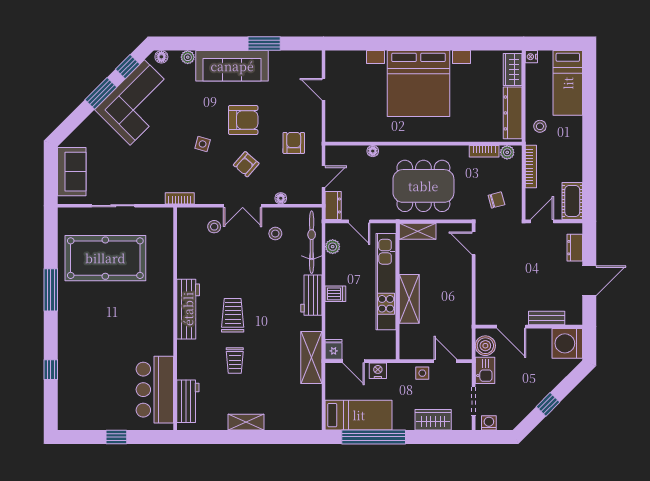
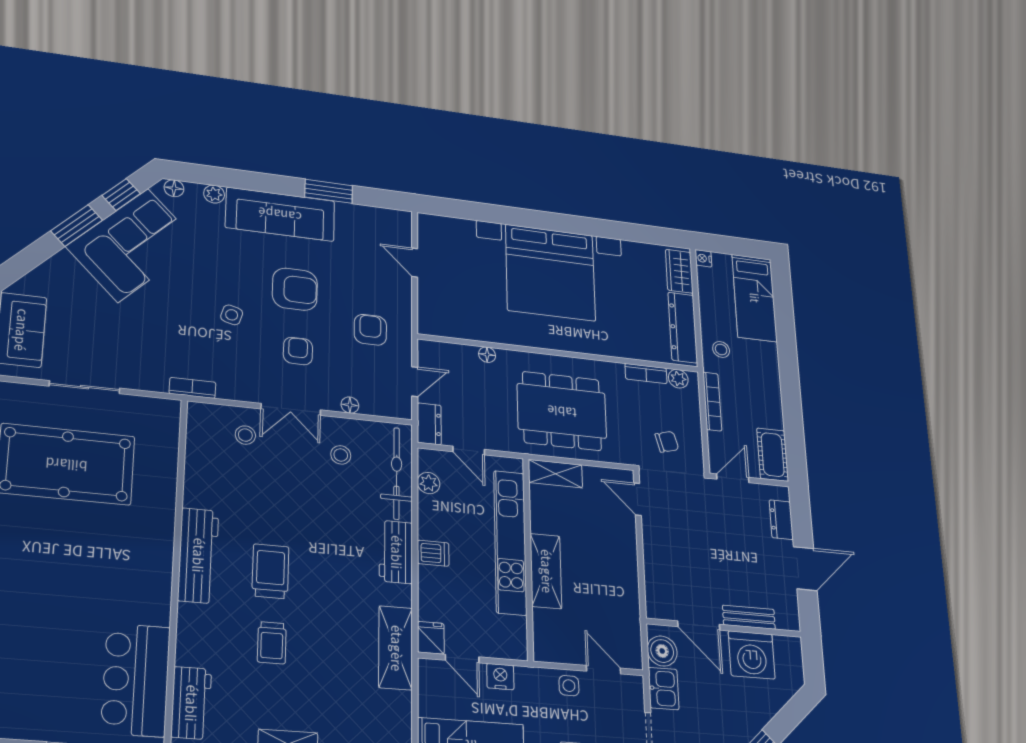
armchair: (246, 164) -> (298, 351), turned 139
washing machine: (567, 343) -> (752, 655), moved, turned -90

